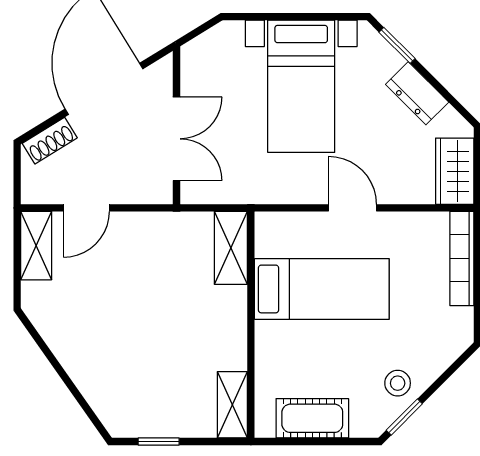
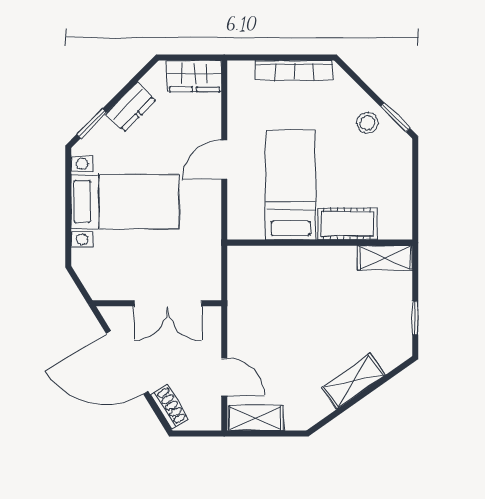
double door: (176, 139) -> (168, 303), swing flipped
shelving: (231, 248) -> (353, 381), moved, turned -35
bookcase: (462, 258) -> (294, 70), moved
cot: (312, 418) -> (347, 224), moved, turned 90

